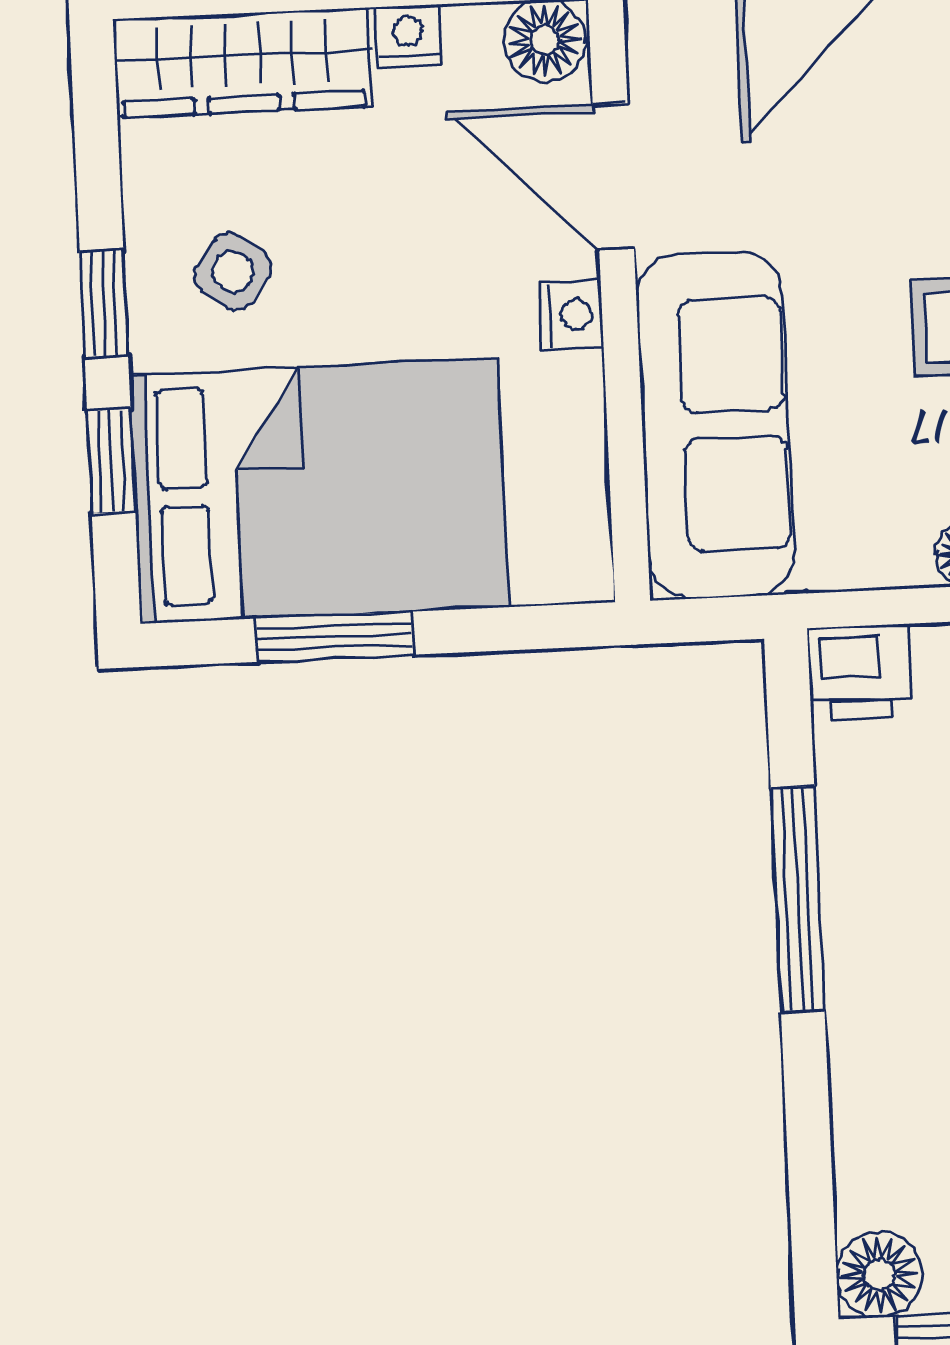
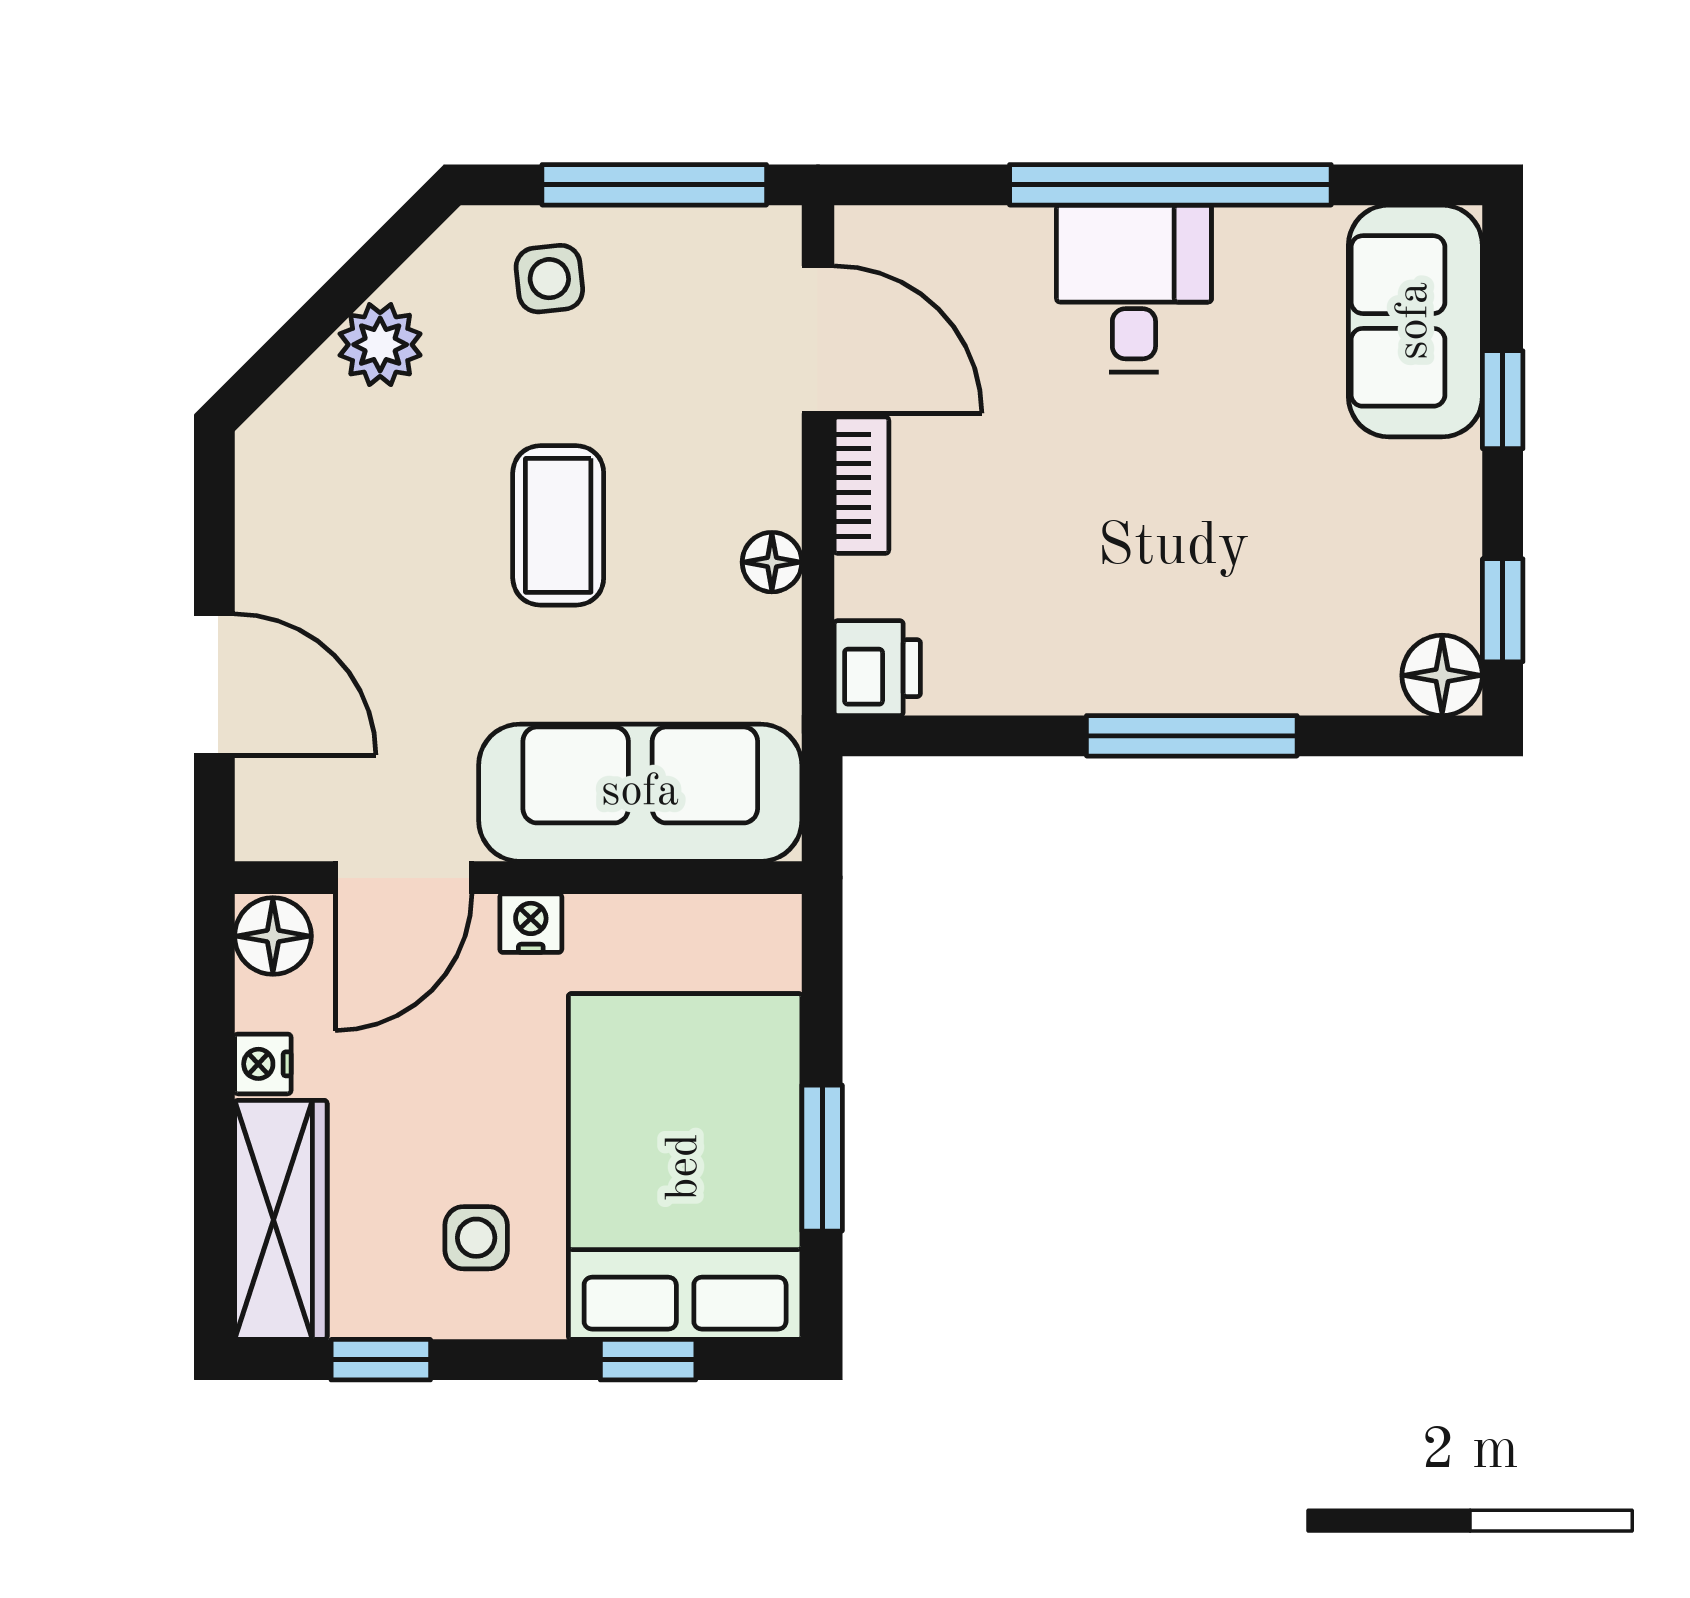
side table: (233, 272) -> (476, 1238), turned -36
window: (104, 303) -> (381, 1360), moved
window: (798, 899) -> (1192, 736), moved

